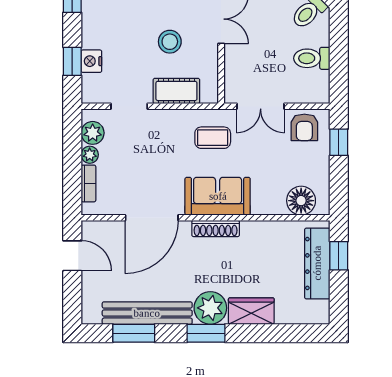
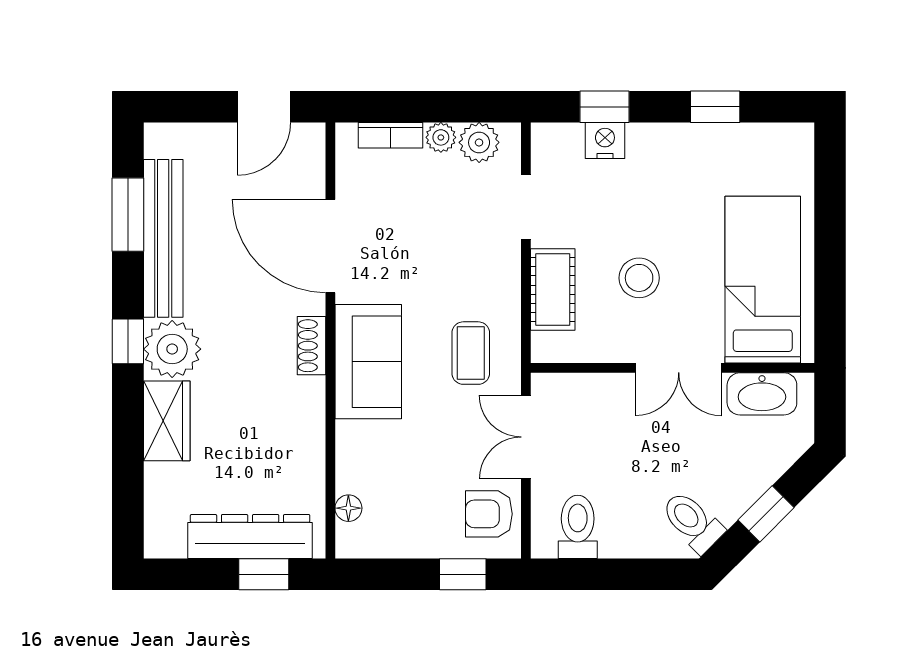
toilet: (312, 58) -> (578, 527), moved
floor lamp: (301, 201) -> (348, 508), width x0.53, depth x0.53
shoe rack: (216, 228) -> (311, 346), width x0.70
window: (206, 333) -> (128, 341), width x0.67

